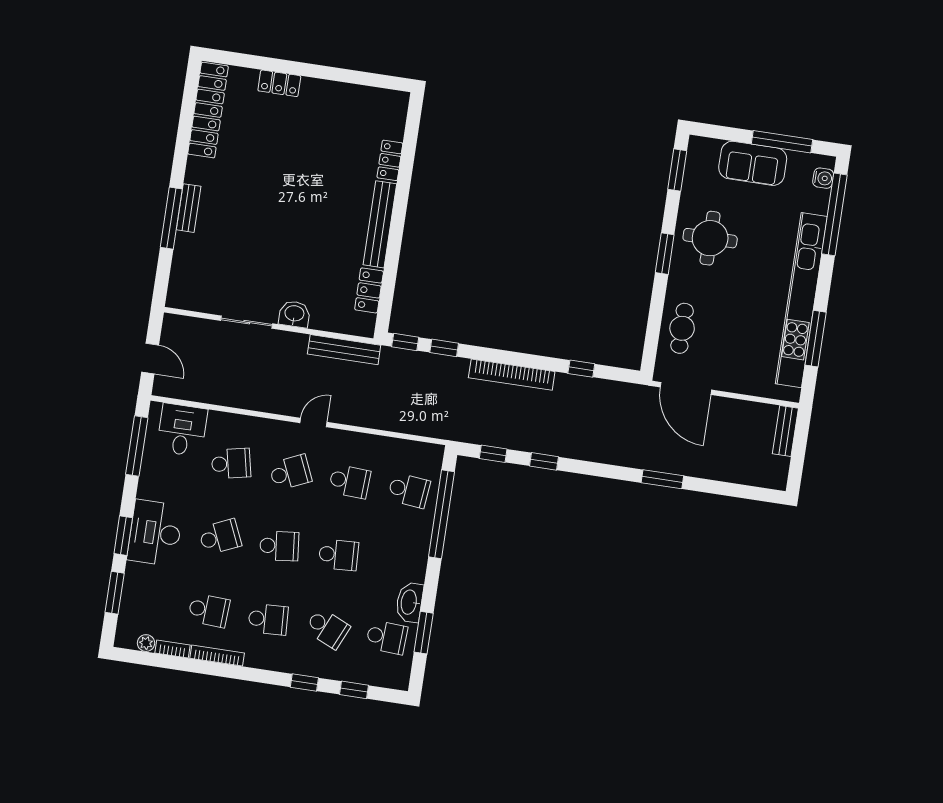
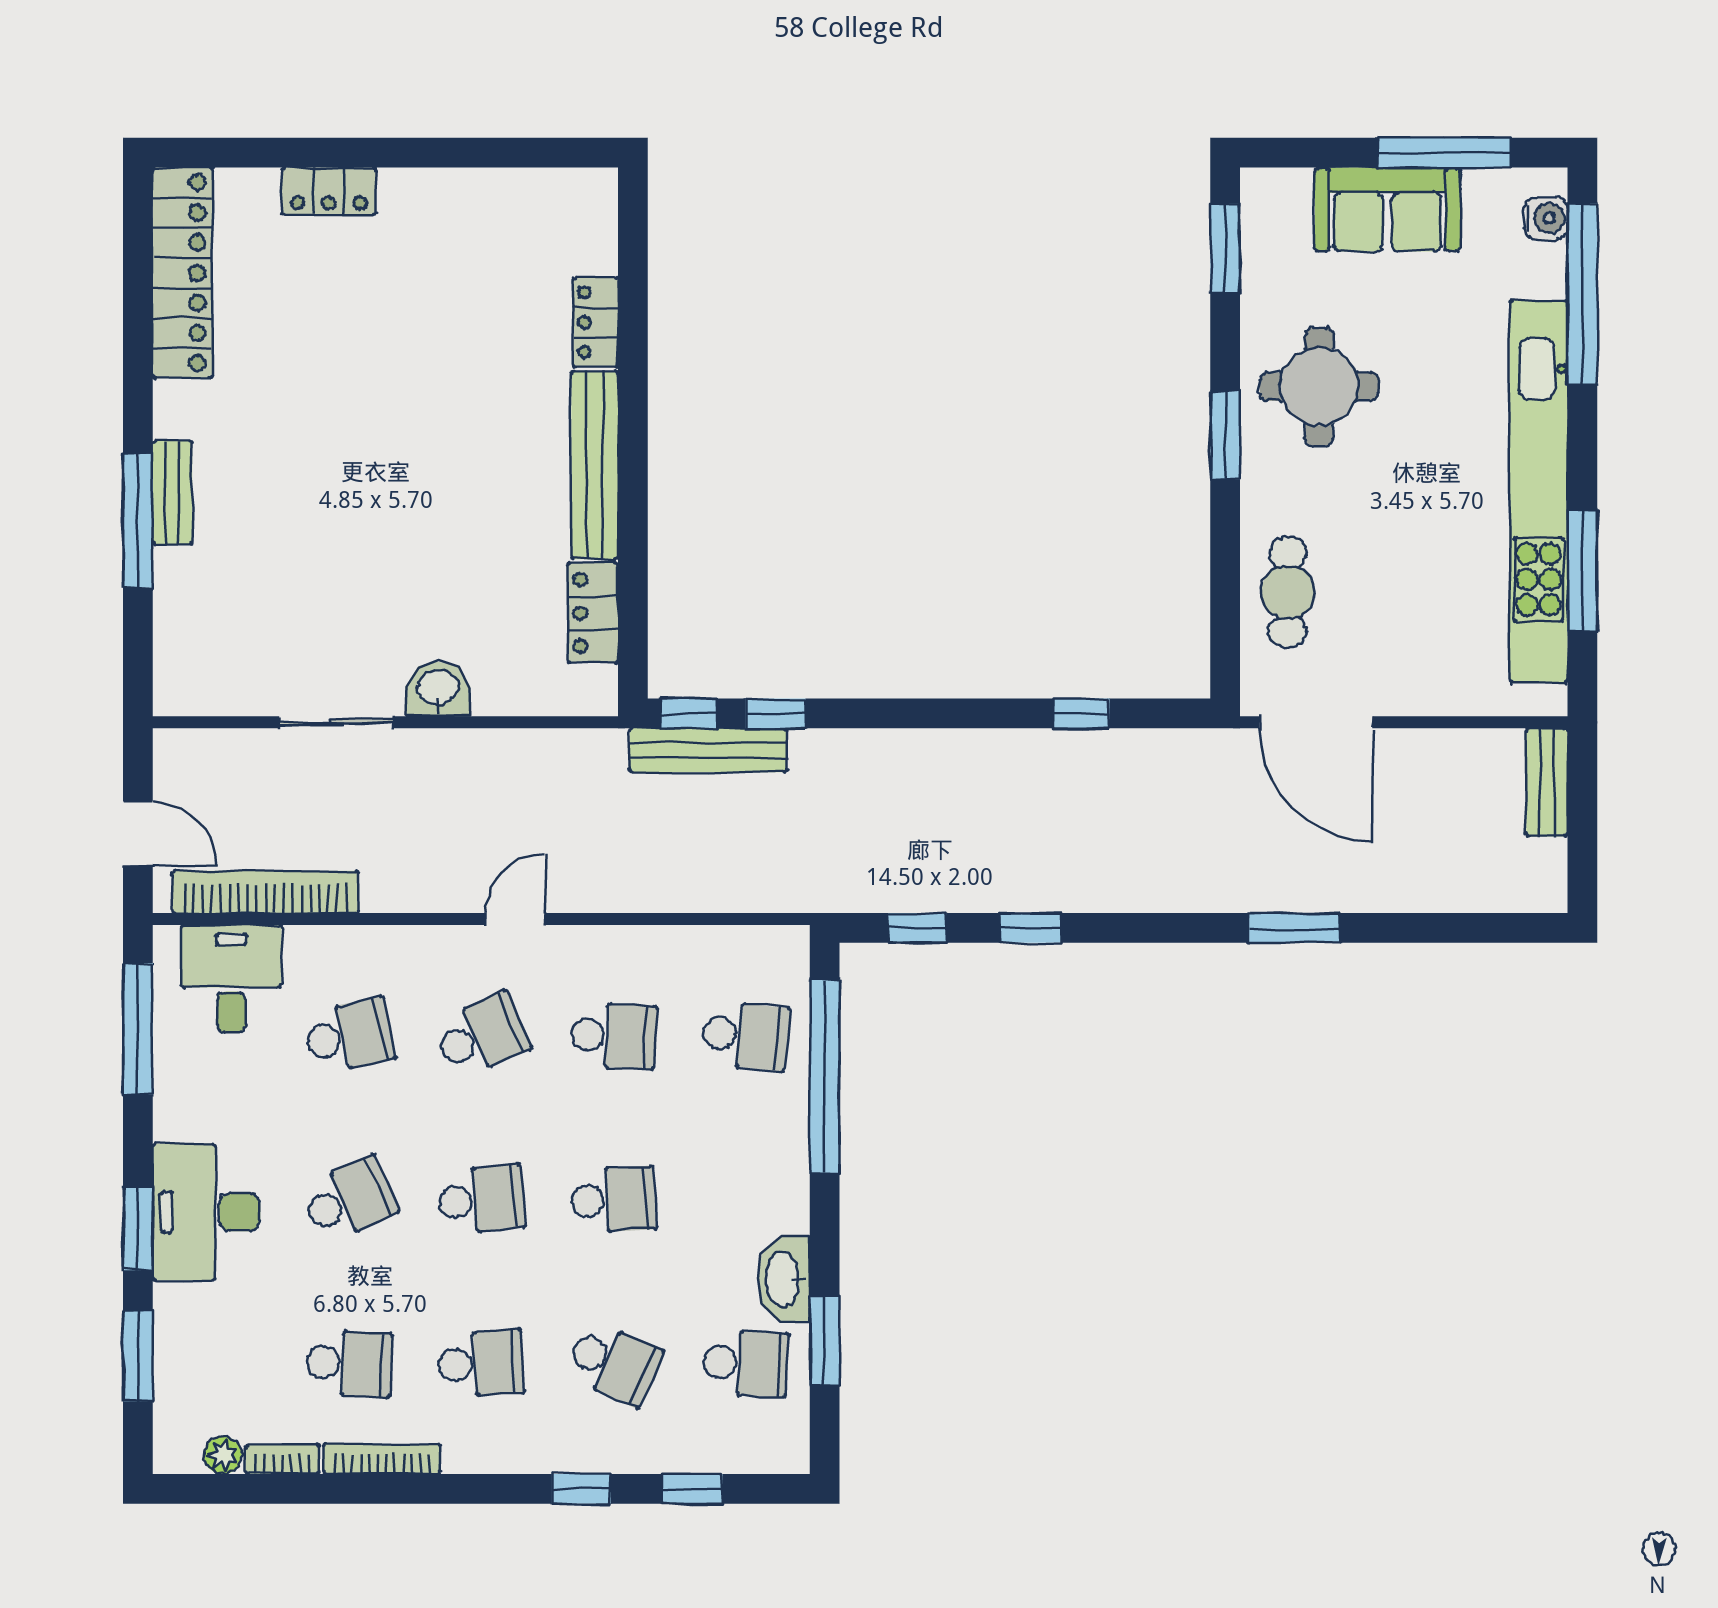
bench: (344, 350) -> (708, 750), moved
bookcase: (512, 375) -> (265, 892), moved, turned 180

